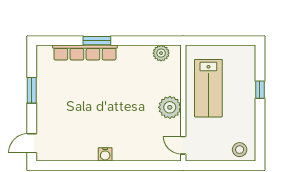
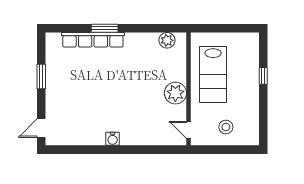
stool: (240, 150) -> (226, 127), moved

